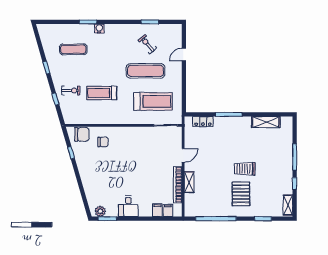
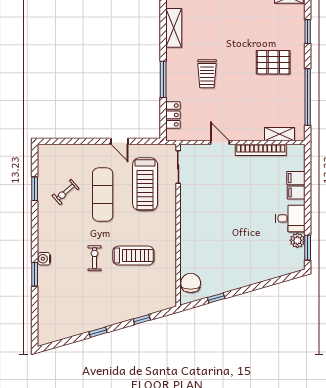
exercise mat: (73, 49) -> (73, 295), removed
door: (184, 55) -> (119, 141), moved
exercise bike: (71, 91) -> (95, 258), moved
treadmill: (102, 93) -> (133, 256), turned -90
treadmill: (153, 101) -> (145, 184), turned 180
chair: (103, 142) -> (201, 254), removed
trolley: (245, 169) -> (207, 74), moved
shelving: (189, 182) -> (279, 134), moved
filing cabinet: (168, 210) -> (296, 192), moved
plant: (100, 211) -> (297, 240), moved

